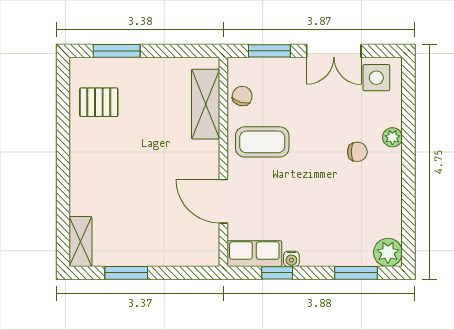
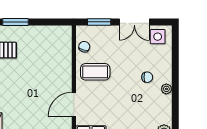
shelving: (206, 104) -> (64, 51), removed
plant: (392, 137) -> (166, 89), moved
door: (223, 201) -> (74, 104), hinge flipped

